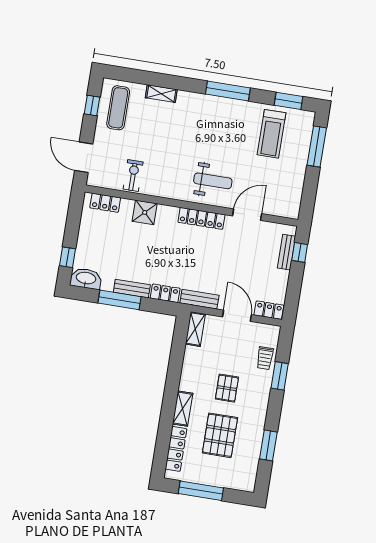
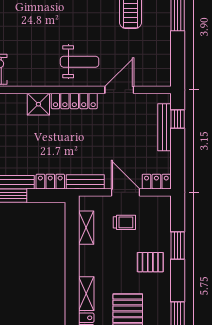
shower: (145, 212) -> (38, 104), moved
bench: (287, 252) -> (165, 127), width x1.36
shelving: (195, 329) -> (86, 228), moved
trolley: (265, 358) -> (124, 222), moved, turned -90
pallet: (227, 388) -> (150, 262), moved, turned 90

